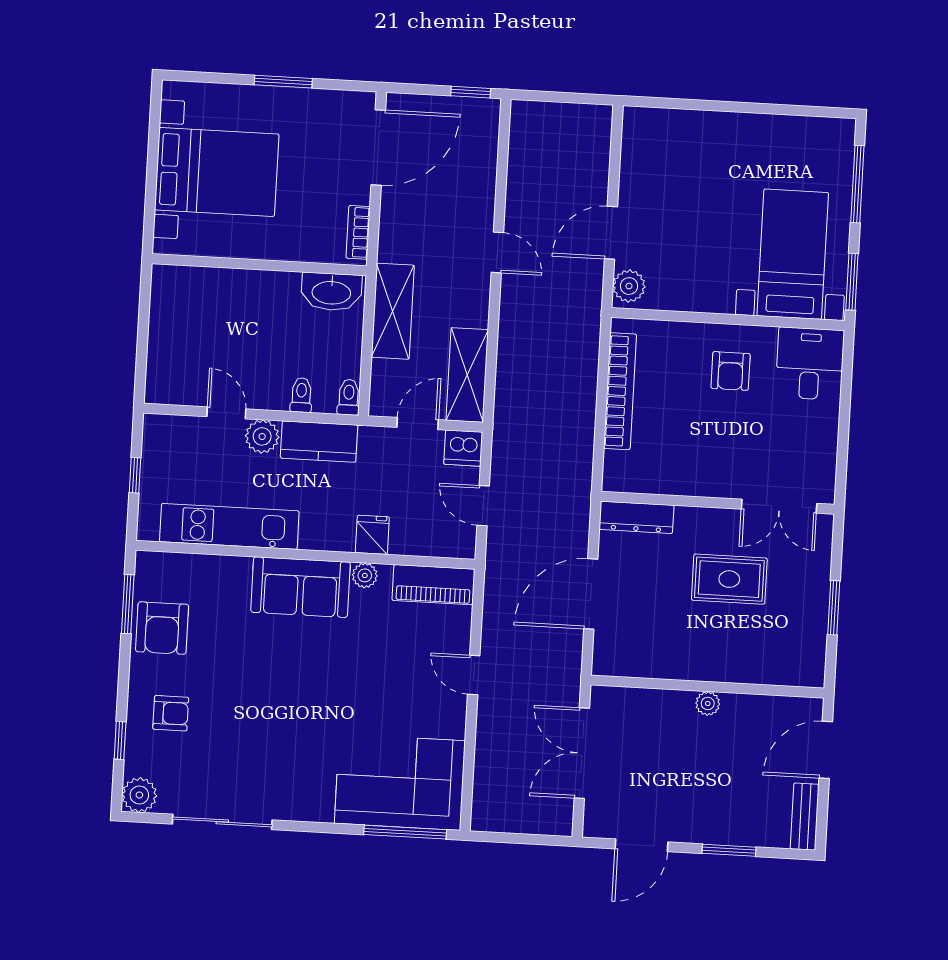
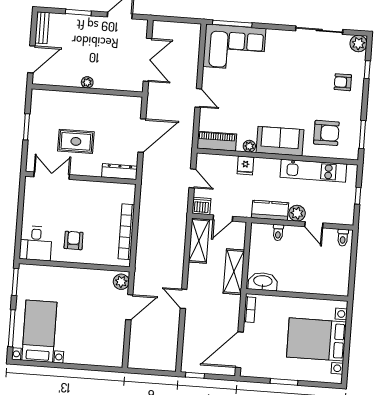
bed with nightstands: (793, 254) -> (39, 331), moved, turned 180
toilet: (349, 397) -> (343, 238), moved
armchair: (162, 628) -> (326, 133), moved, turned 90

